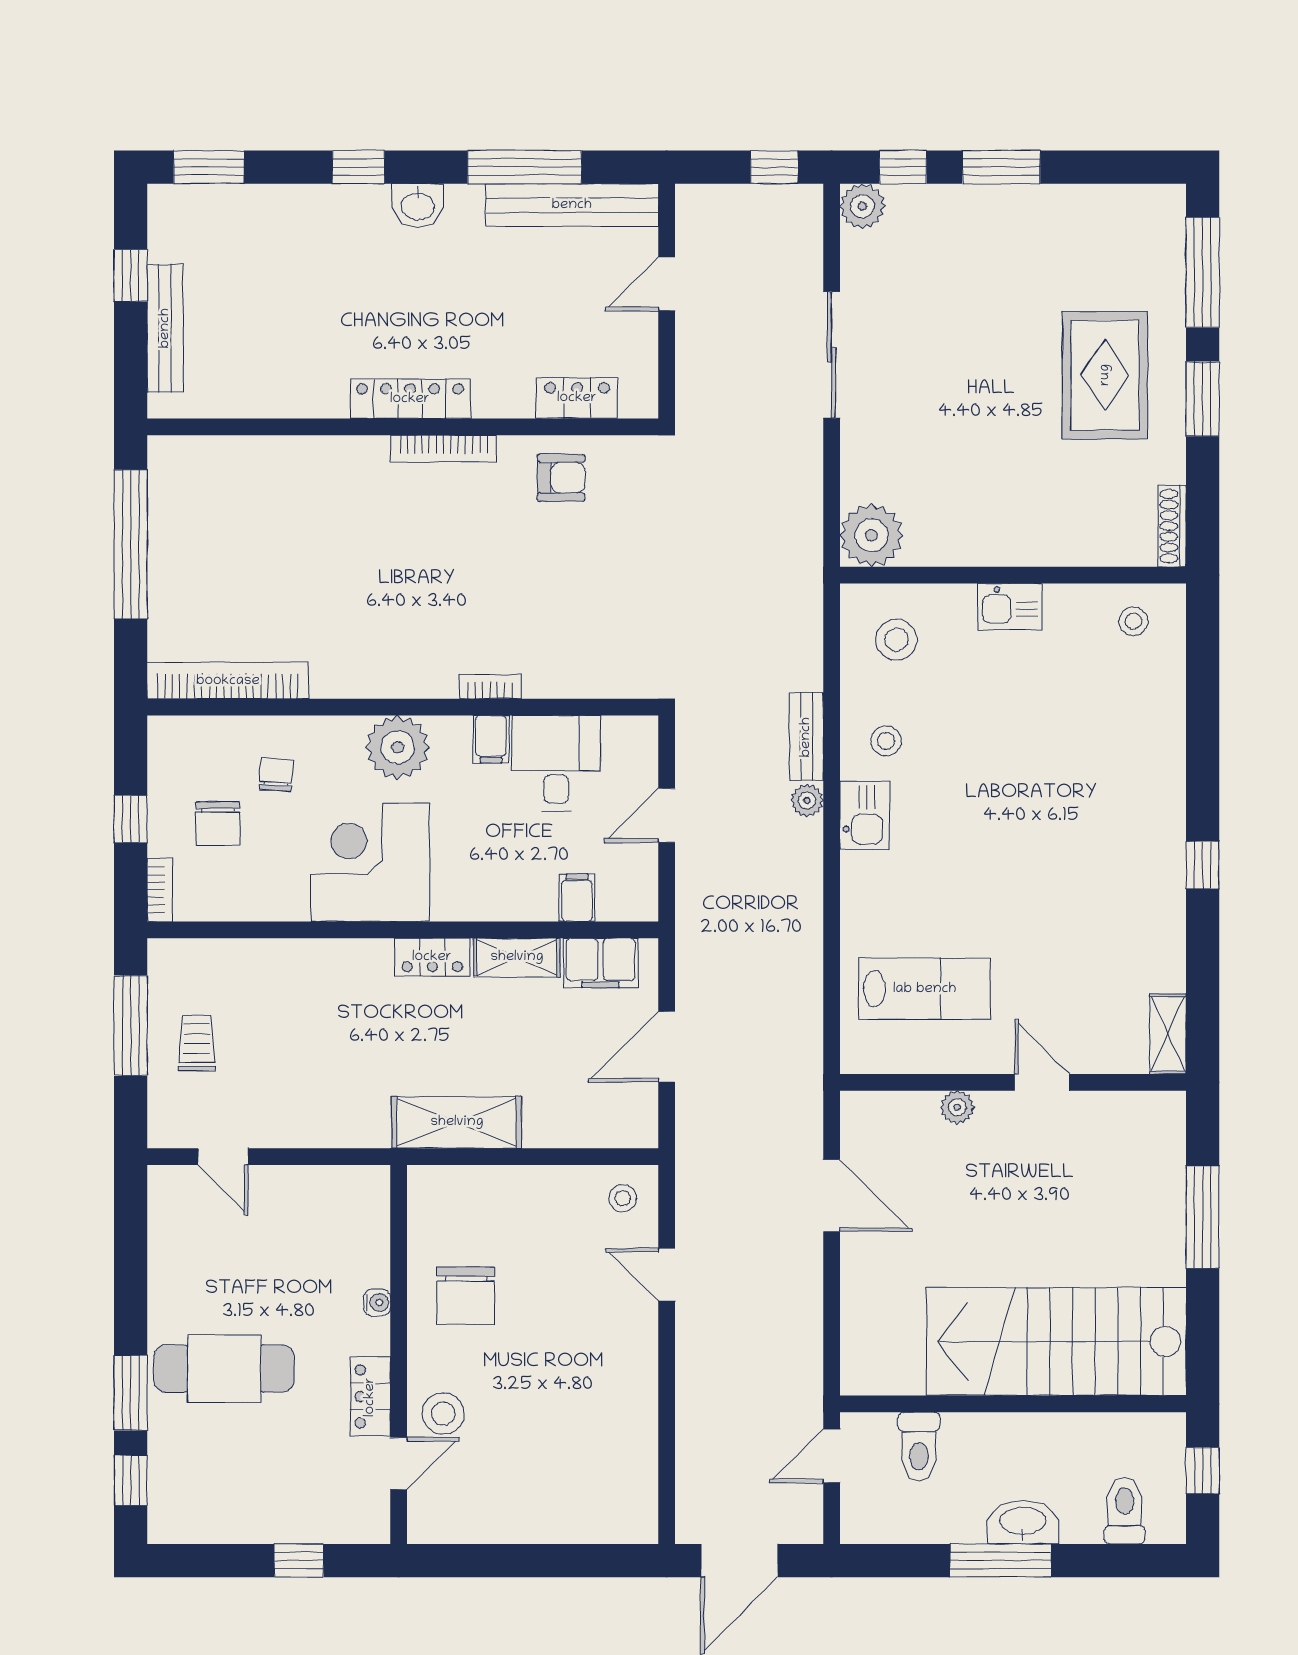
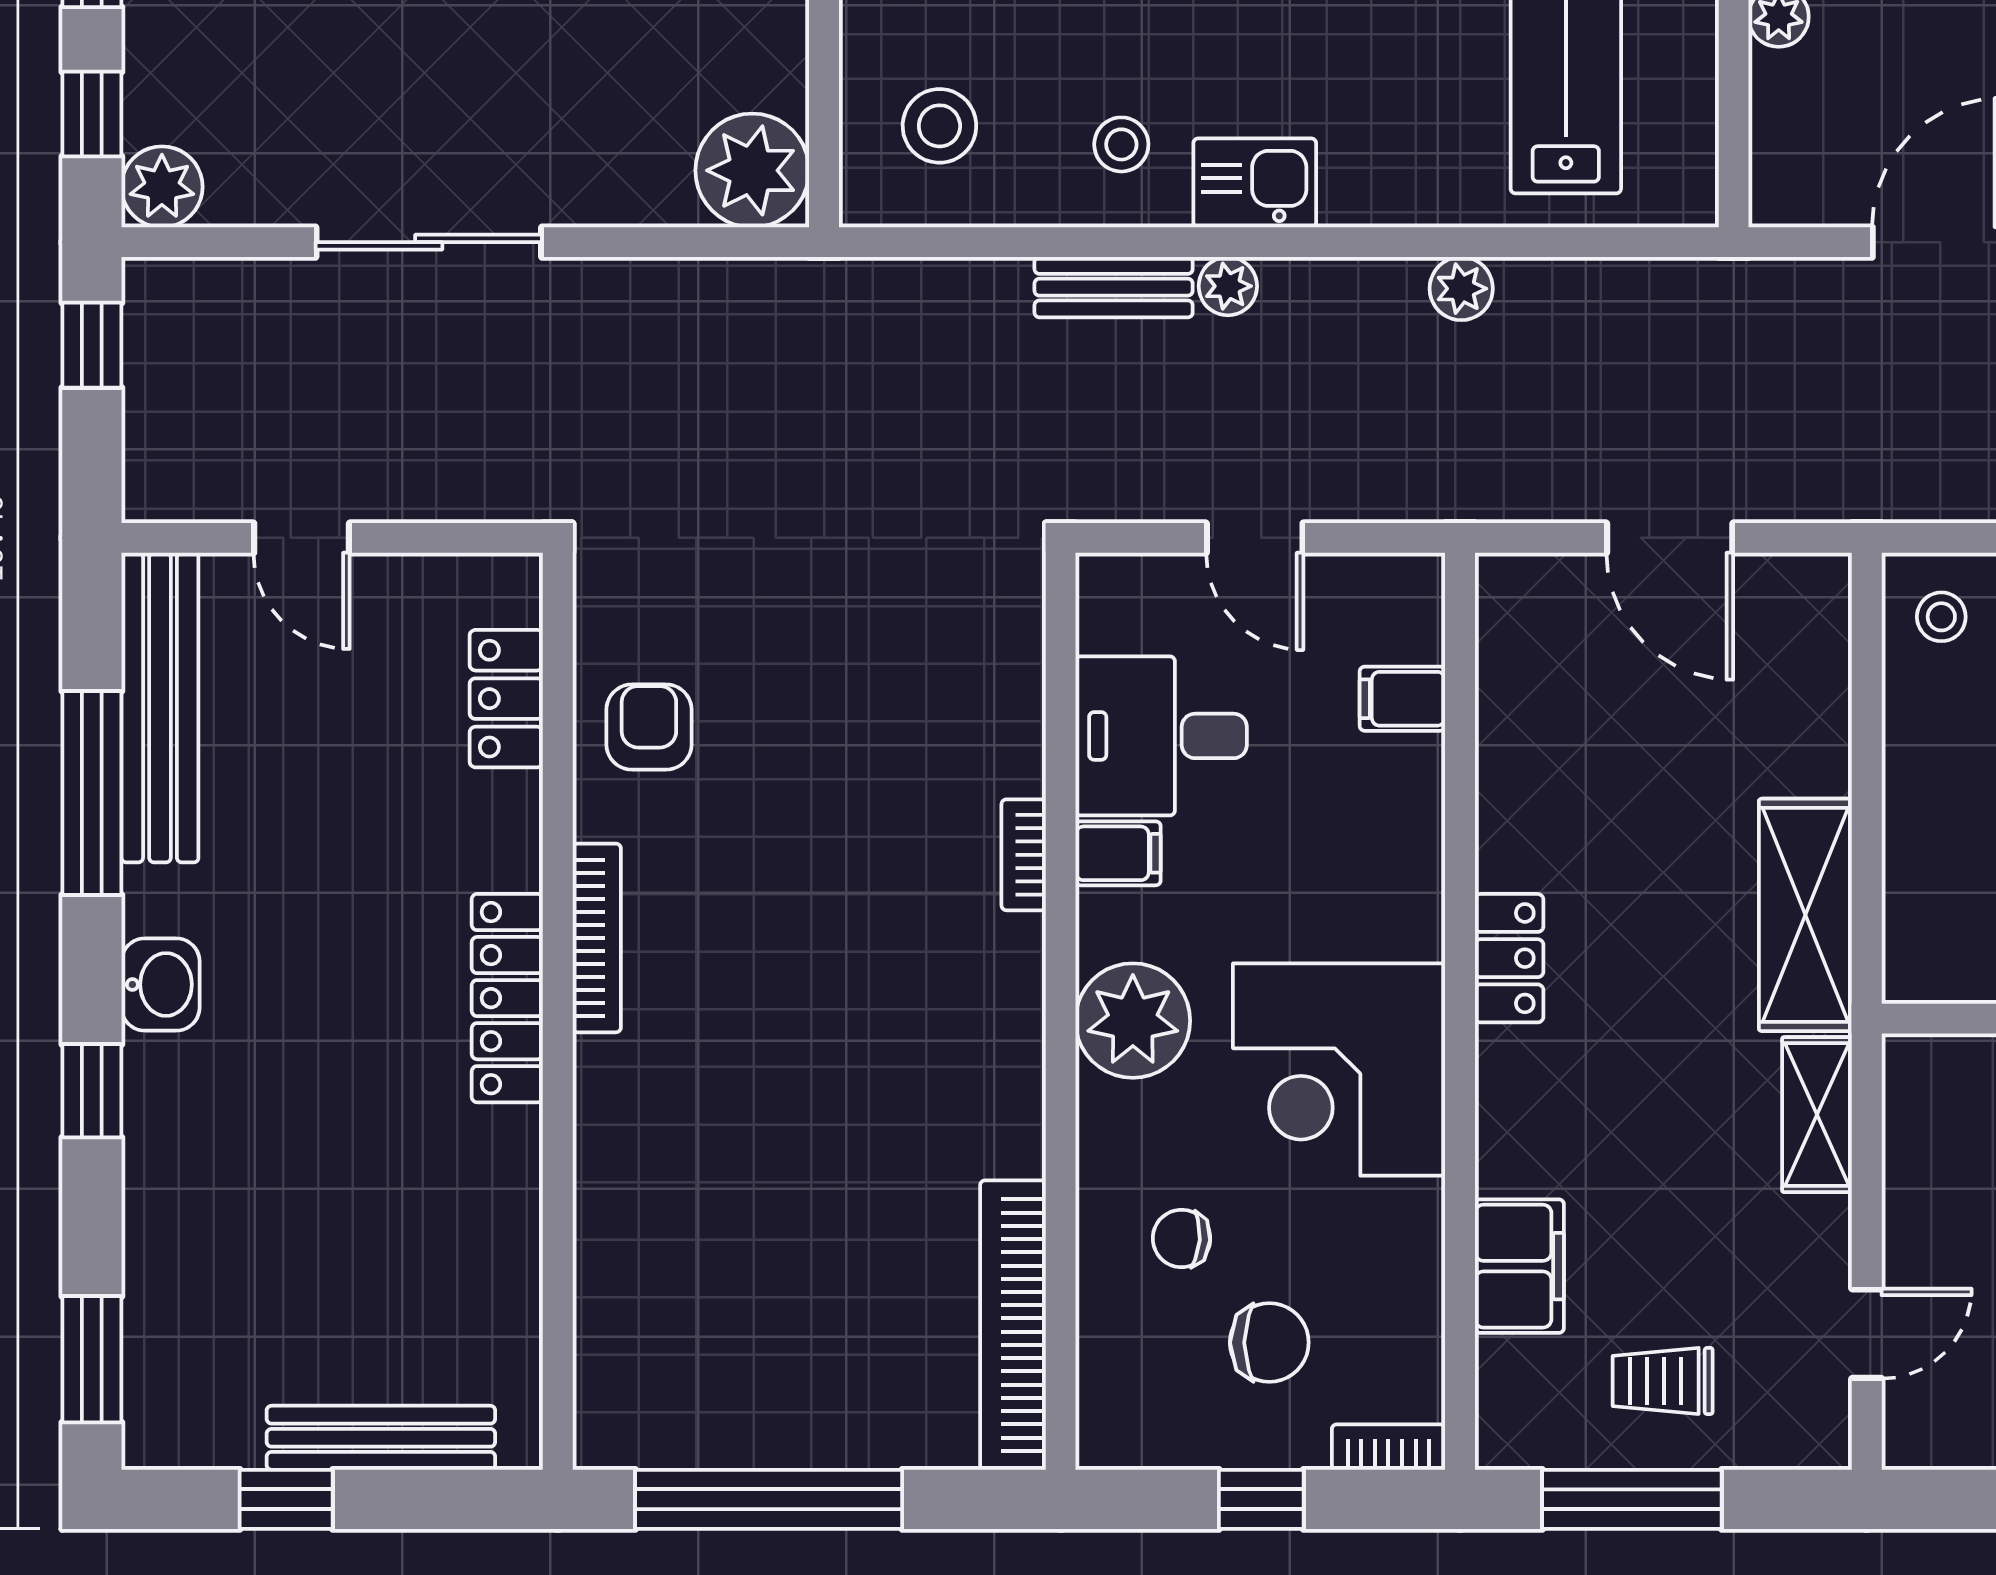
plant: (806, 930) -> (1461, 289), added
shelving: (517, 957) -> (1817, 1115), moved
filing cabinet: (601, 963) -> (1519, 1266), moved

